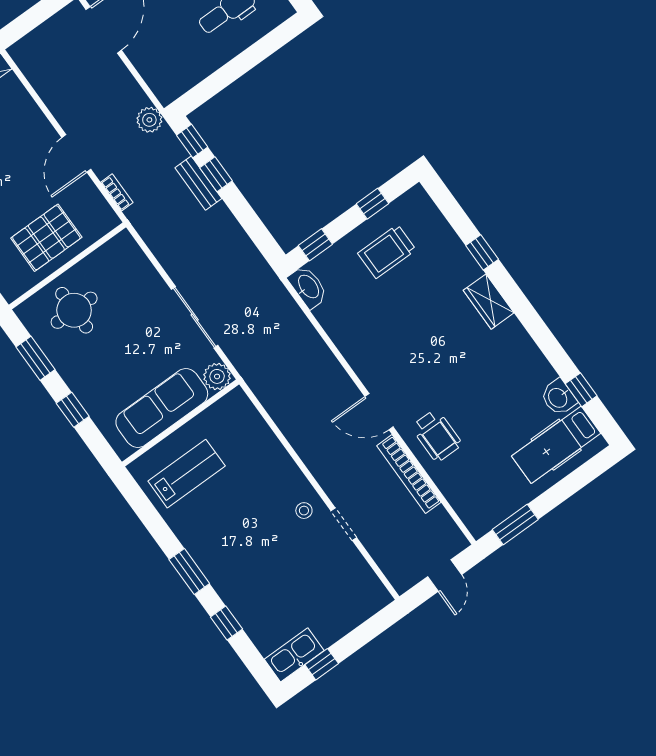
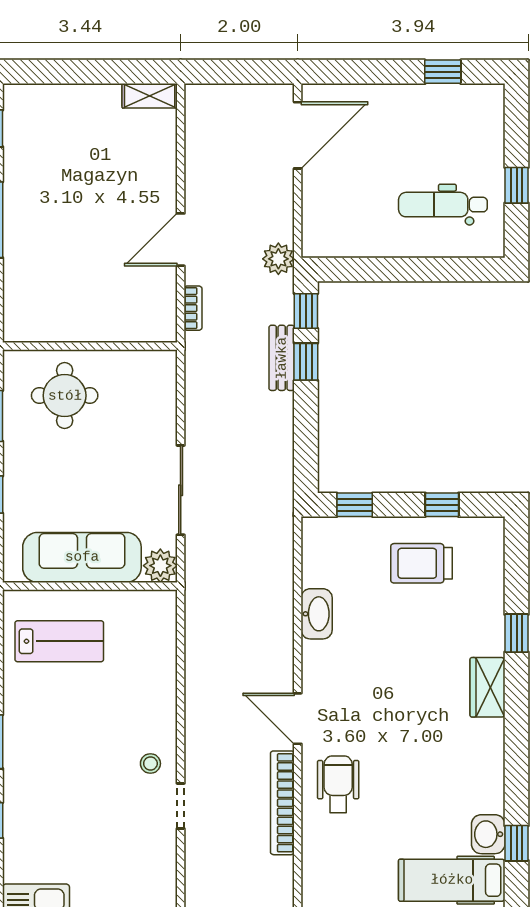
pallet: (46, 238) -> (89, 302), removed
washbasin: (308, 287) -> (317, 614), moved
wheelchair: (437, 436) -> (338, 784), turned 180

